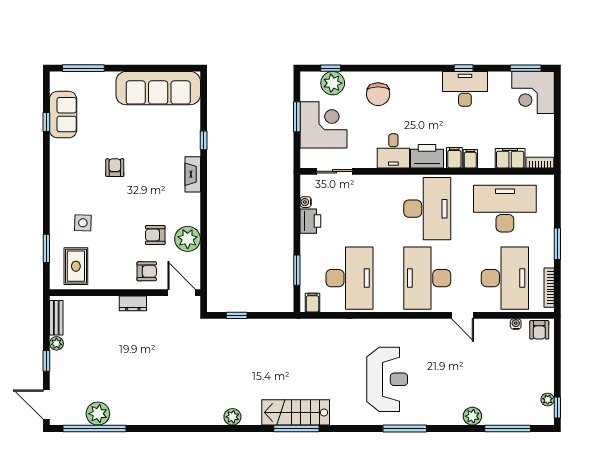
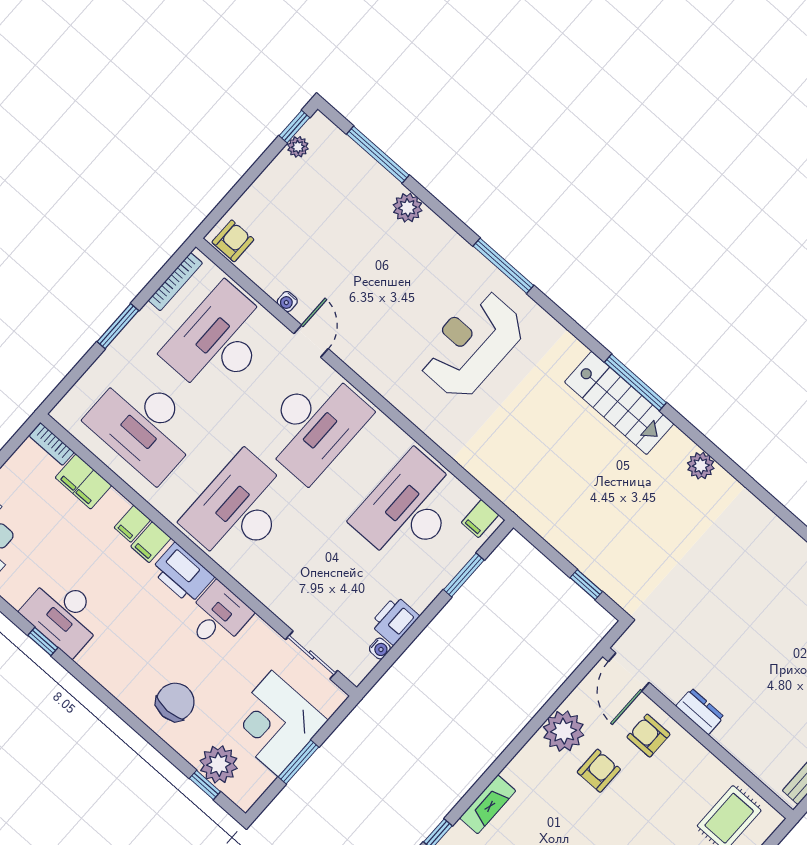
armchair: (155, 235) -> (599, 771), turned -90
water cooler: (516, 324) -> (287, 302), moved

